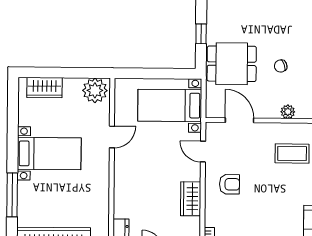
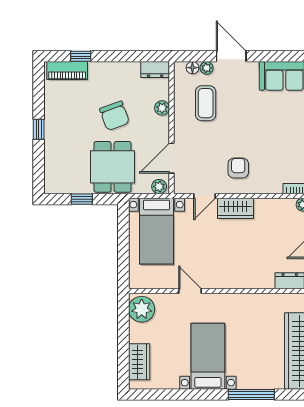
chair: (281, 66) -> (114, 116), width x1.87, depth x1.87
plant: (212, 108) -> (159, 187), added
wardrobe: (191, 199) -> (236, 208), moved

